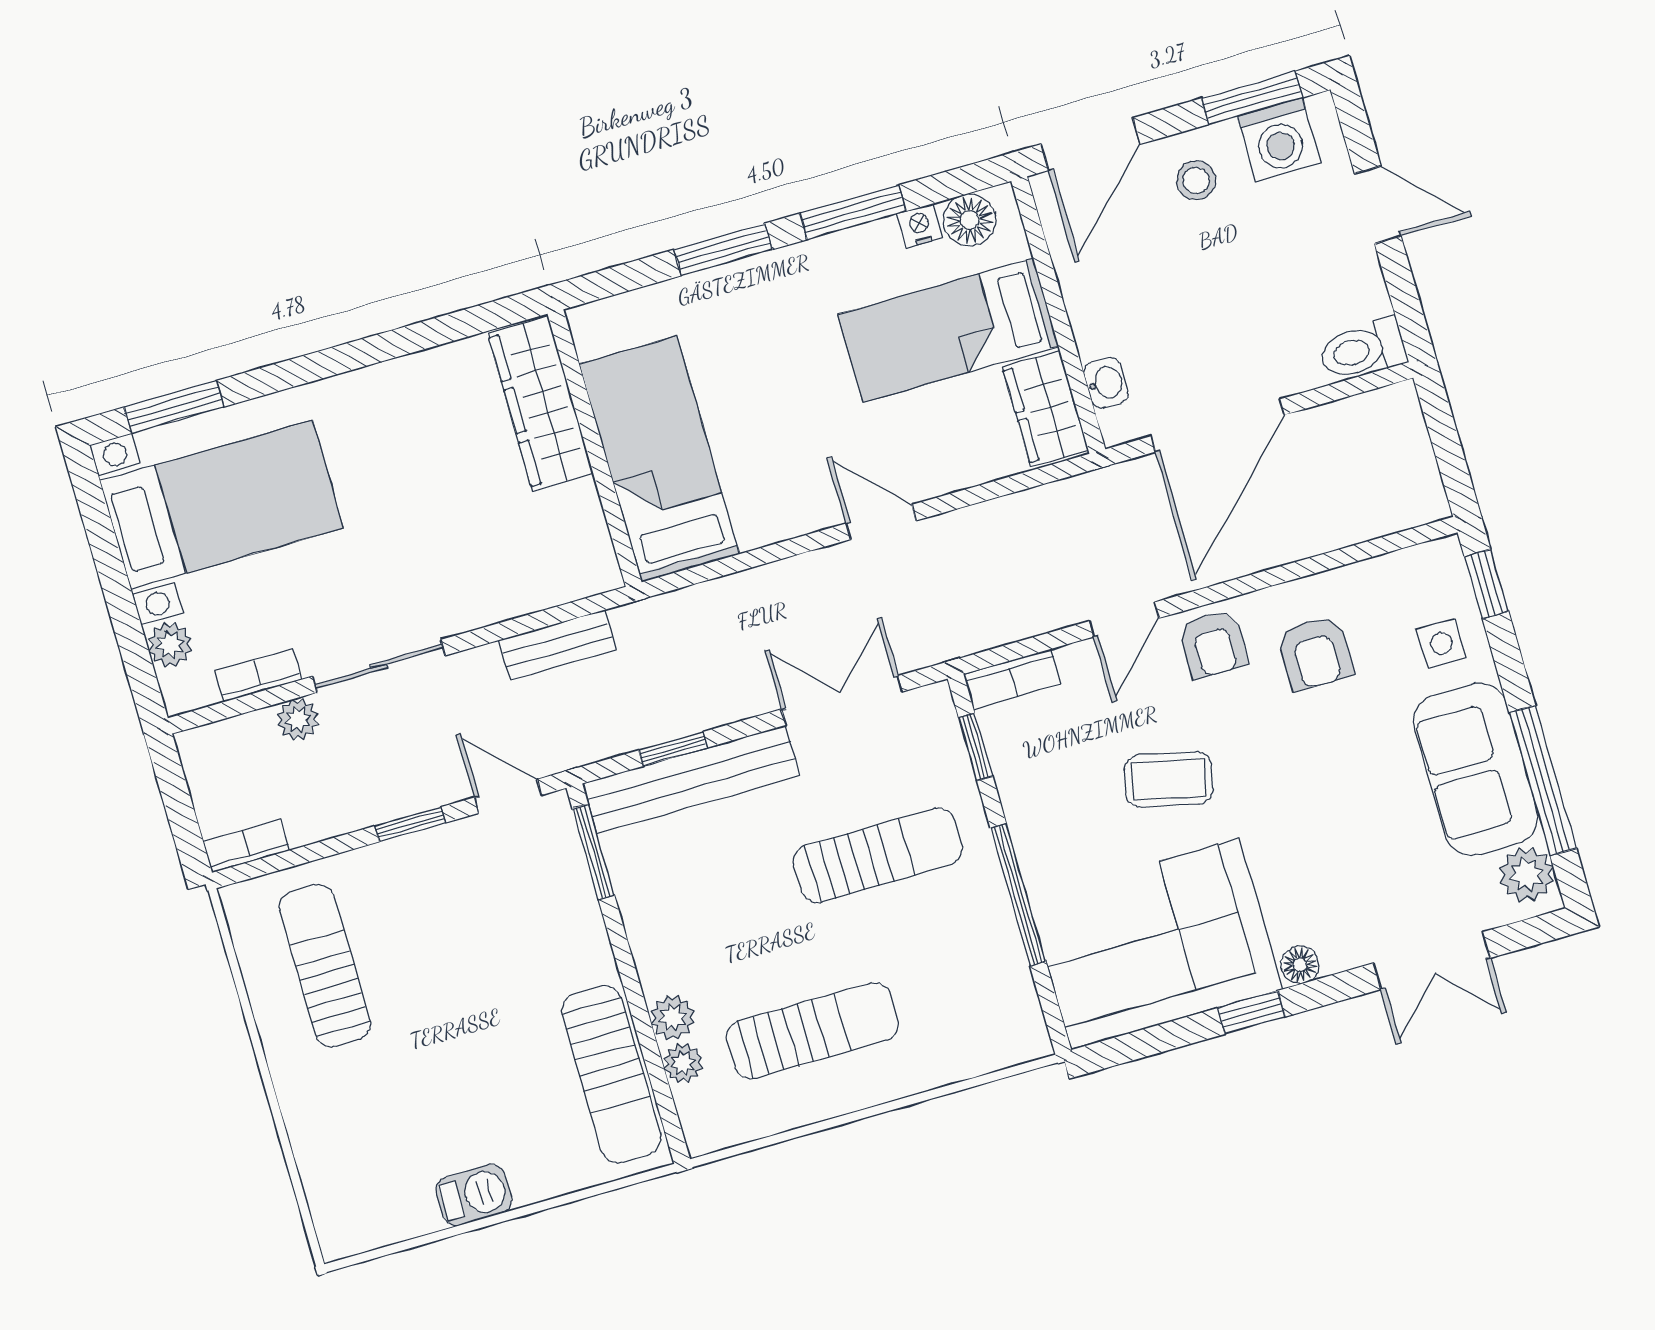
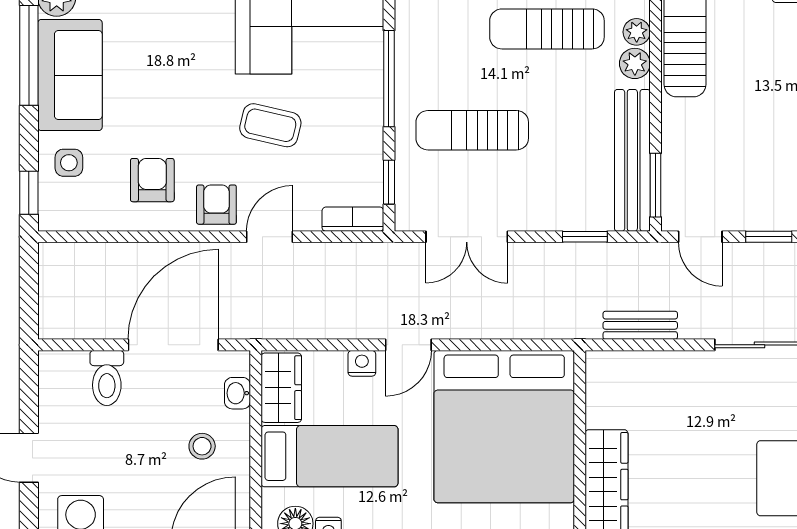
stool: (1196, 180) -> (202, 446), moved
toilet: (1363, 350) -> (107, 378), moved, turned 90
bed: (659, 459) -> (504, 427), width x2.04
nightstand: (940, 477) -> (362, 363), added
door: (881, 522) -> (408, 345), hinge flipped
bench: (691, 779) -> (632, 160), moved, turned 90

